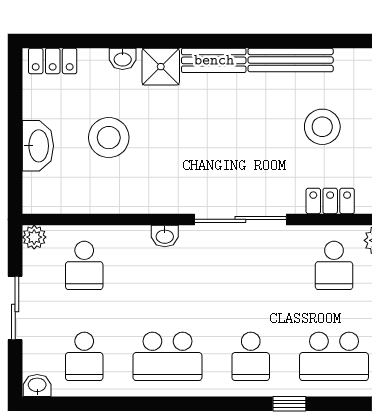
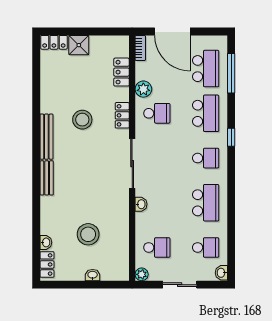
washbasin: (123, 59) -> (46, 242), moved
shower: (161, 67) -> (50, 206), removed
washbasin: (38, 146) -> (93, 275), width x0.52, depth x0.69

